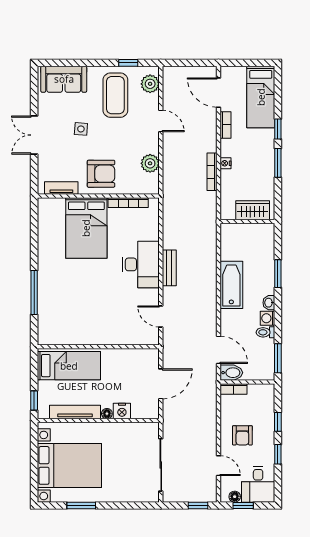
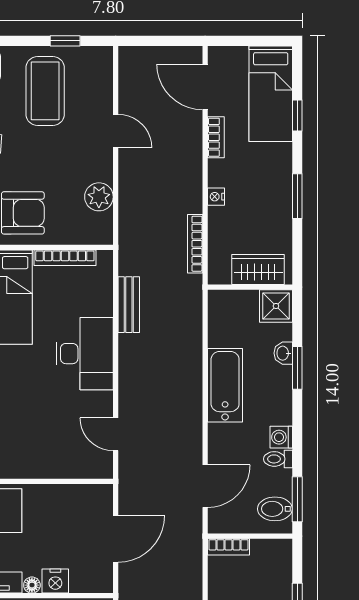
plant: (150, 84) -> (99, 73), removed
window: (278, 129) -> (297, 115), moved
bookcase: (212, 172) -> (195, 244), moved
shower: (264, 234) -> (276, 306), added
bench: (169, 268) -> (129, 305), moved
washbasin: (269, 303) -> (283, 353), moved
door: (219, 350) -> (205, 486), hinge flipped
bidet: (231, 373) -> (275, 509), moved, turned 180

